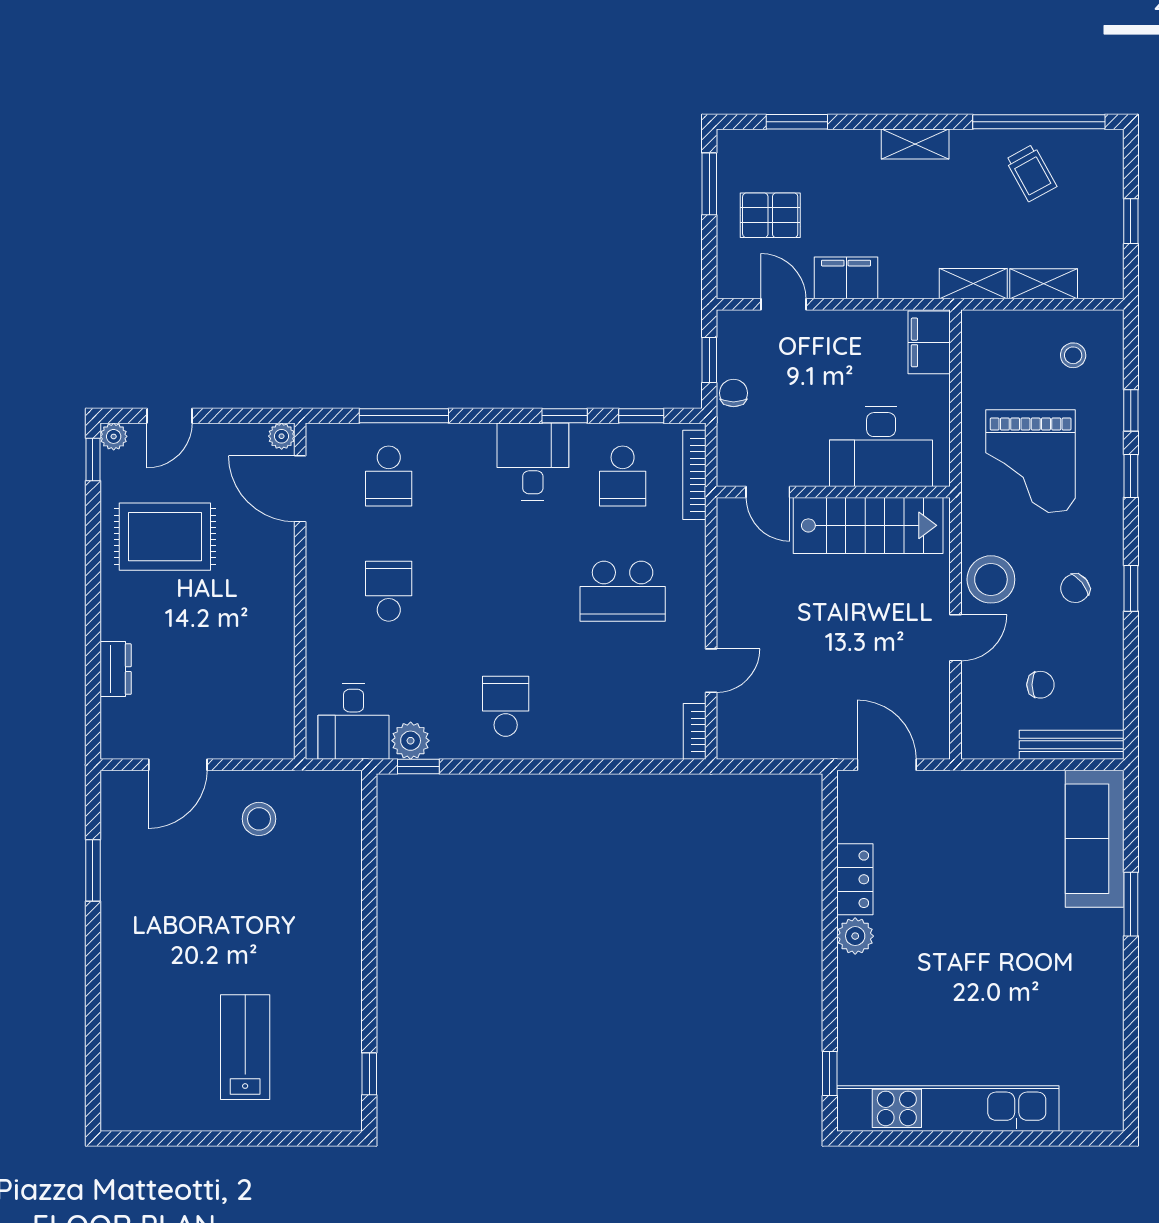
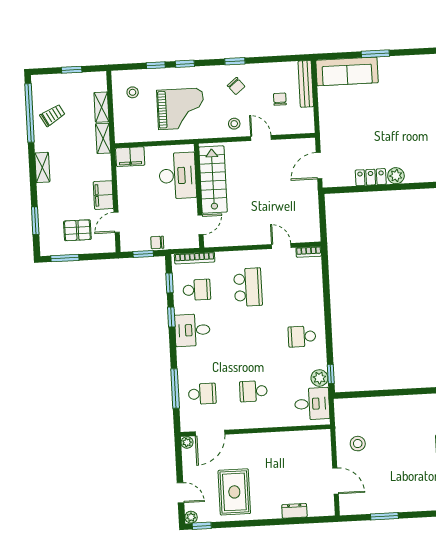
pallet: (770, 215) -> (77, 230), turned 90
stool: (991, 579) -> (234, 124), width x0.53, depth x0.53

